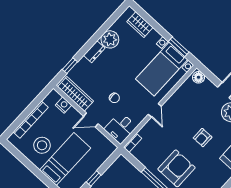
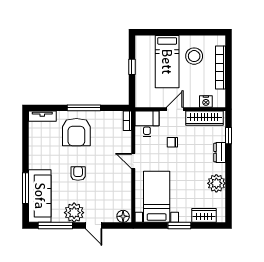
window: (179, 47) -> (179, 226), moved
dresser: (94, 52) -> (220, 152), moved

